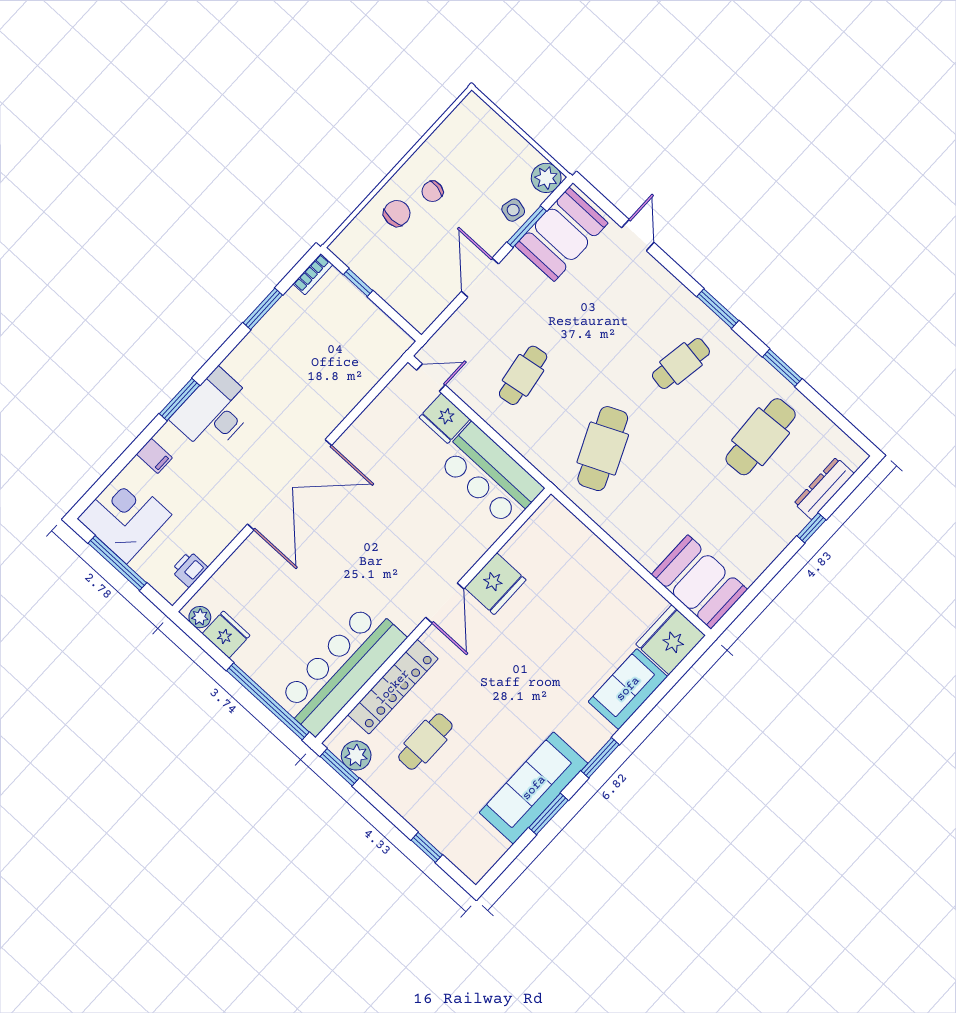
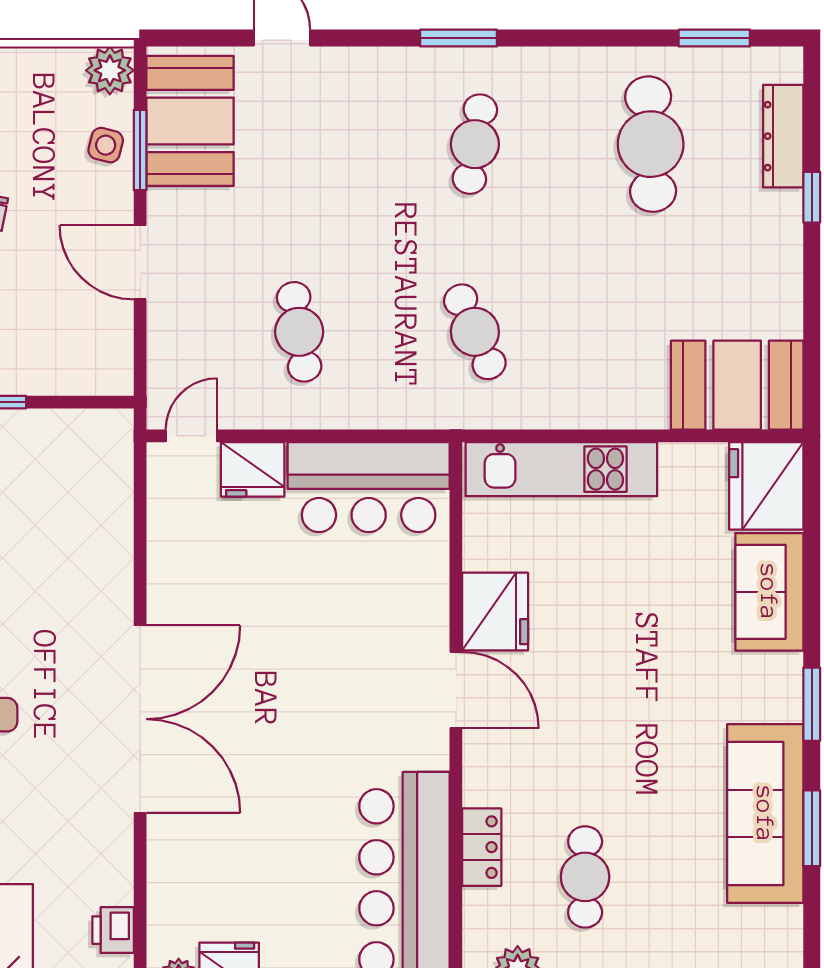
window: (782, 368) -> (714, 38), moved
cafe table: (603, 449) -> (475, 332), width x0.73, depth x0.74
kitchen unit: (585, 547) -> (561, 469), added
locker: (393, 687) -> (482, 847), width x0.46, depth x0.83

